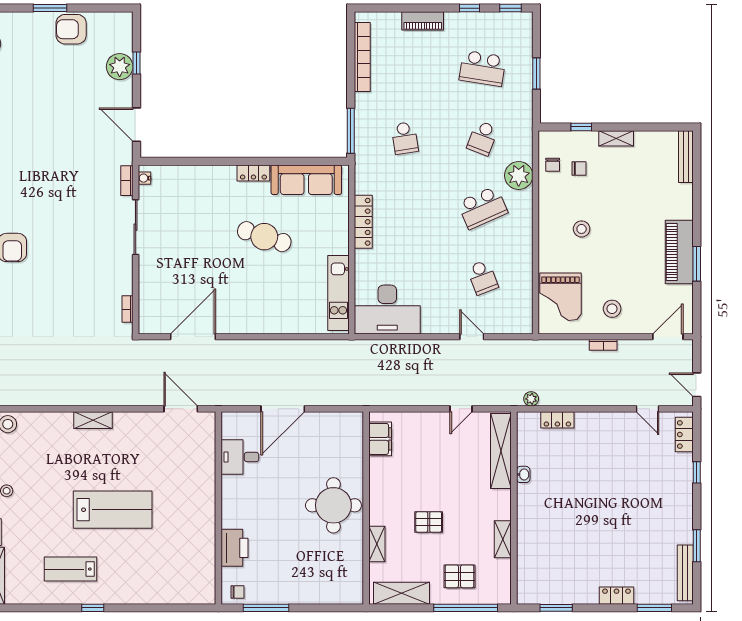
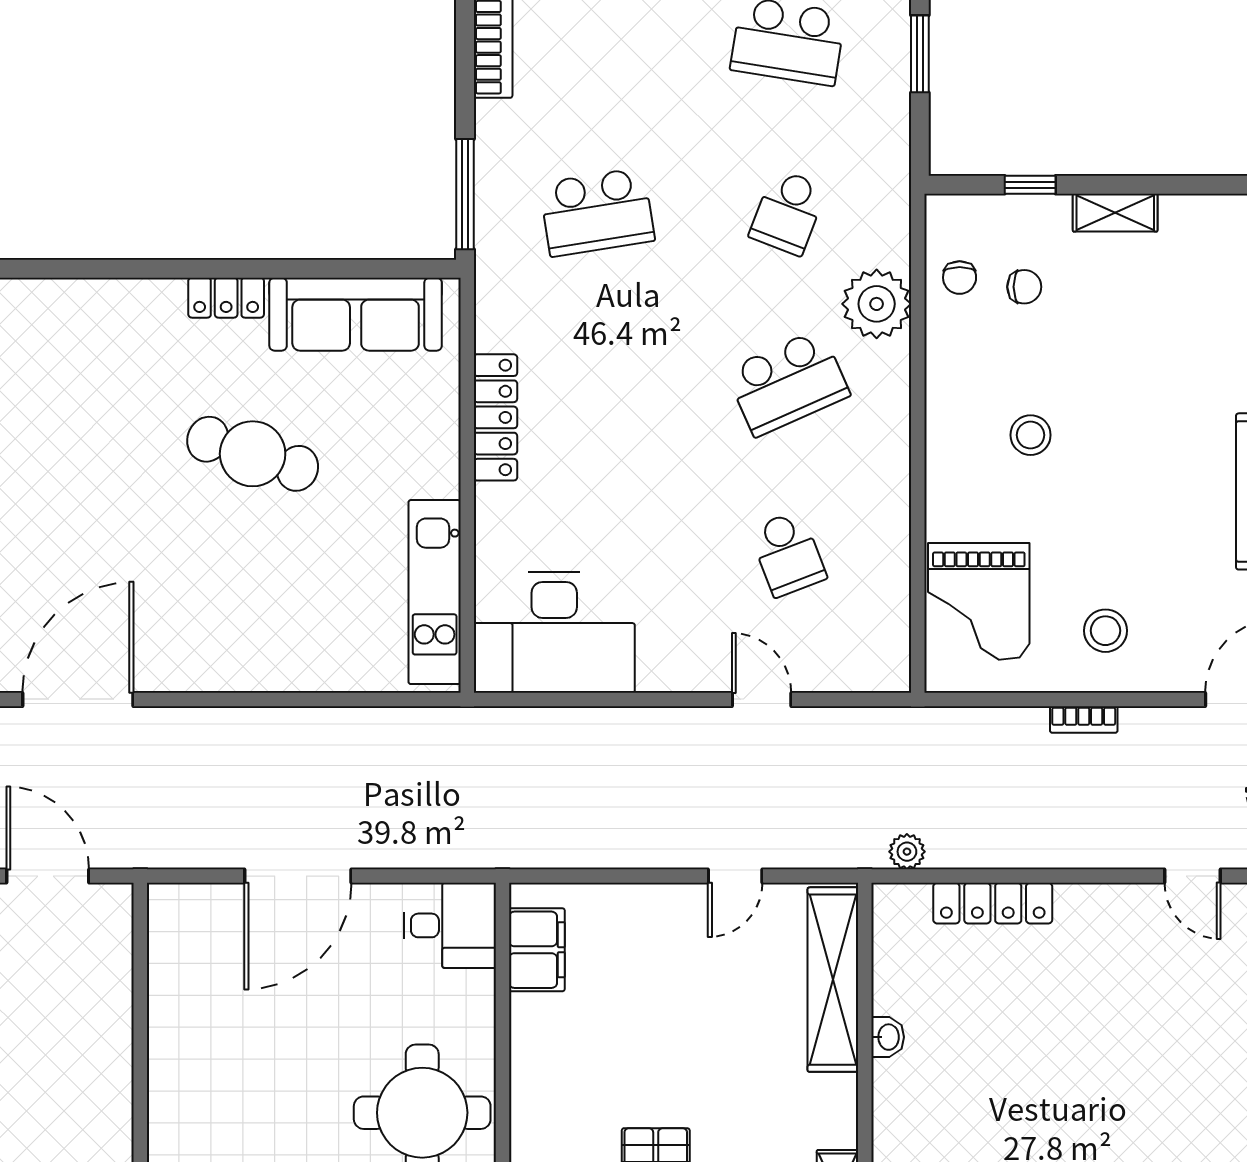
school desk: (405, 138) -> (597, 212), width x1.85
locker: (557, 420) -> (993, 903), width x1.53
desk: (240, 457) -> (450, 925), moved, turned 180

